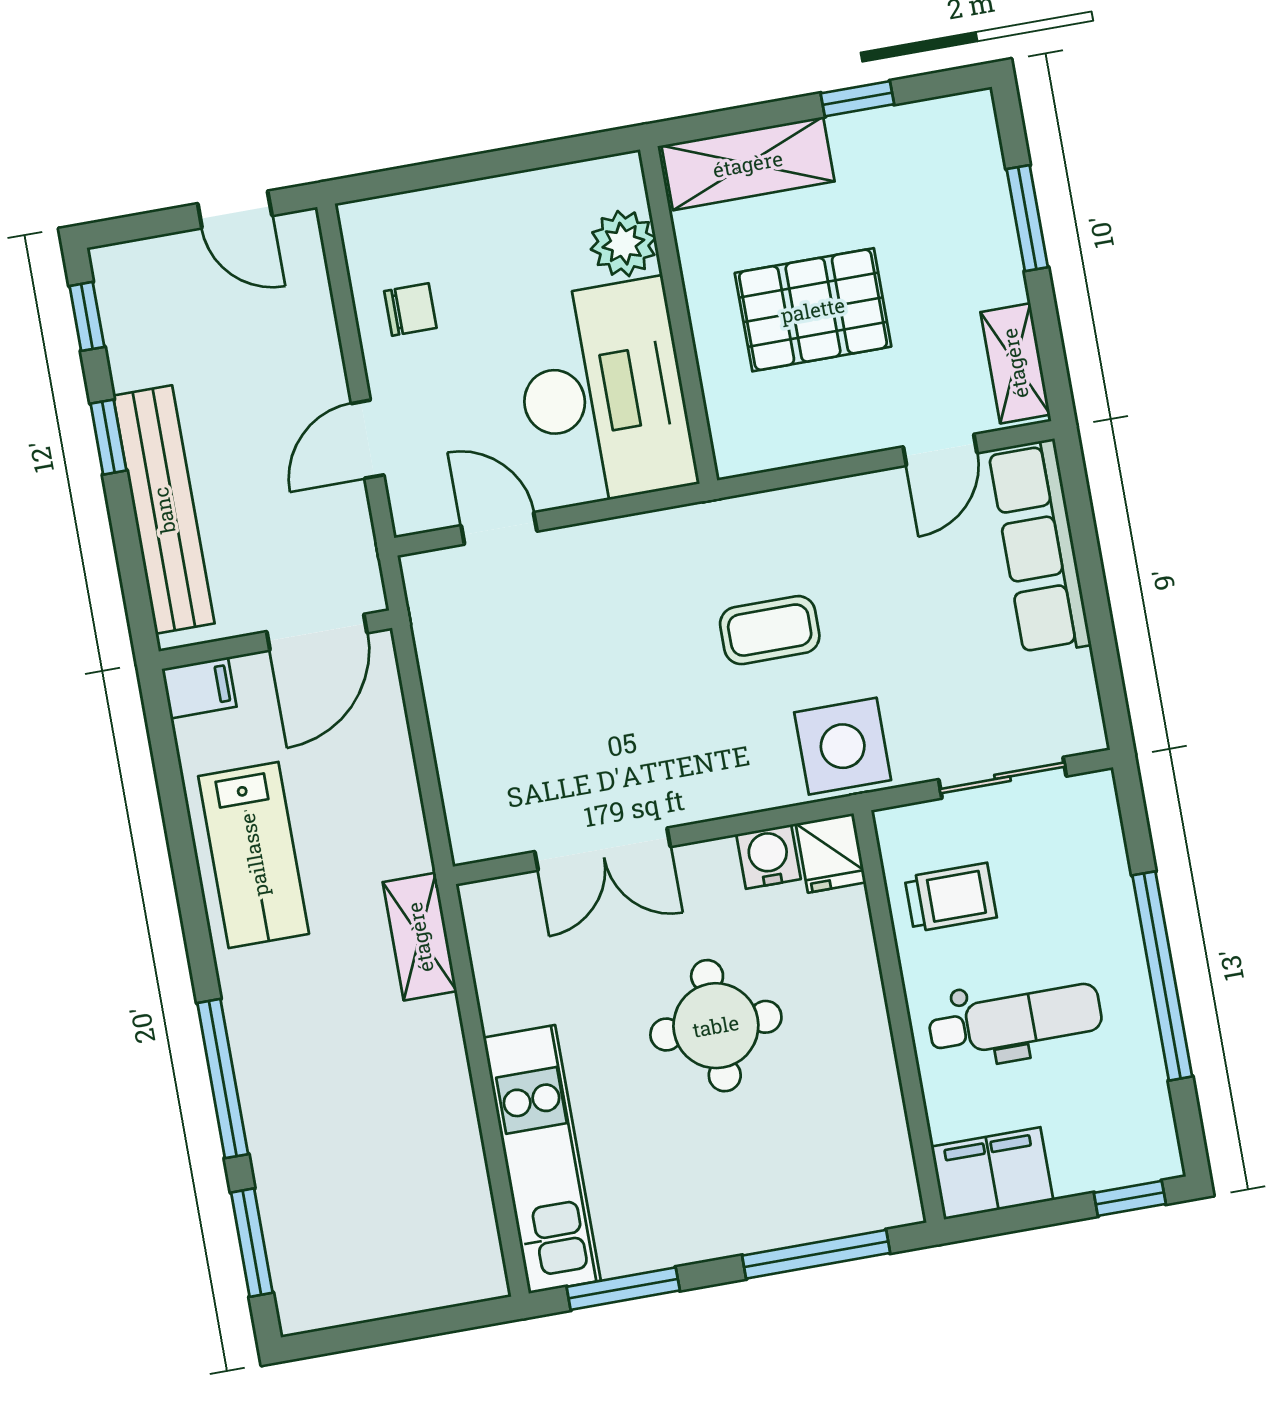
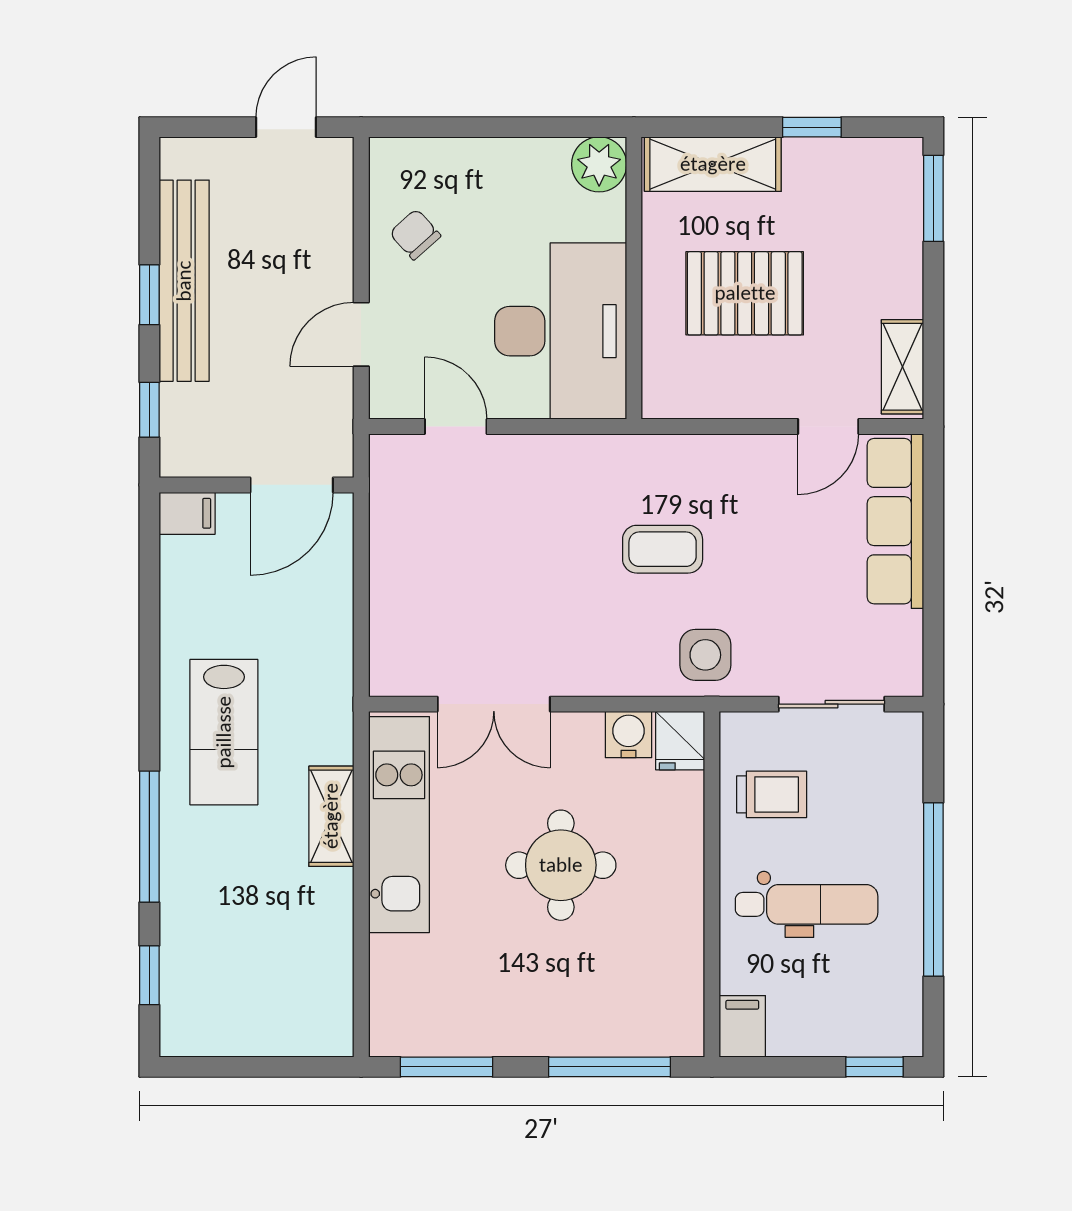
door: (235, 210) -> (286, 127), swing flipped
window: (1027, 218) -> (933, 198), moved
plant: (623, 244) -> (599, 164), moved
chair: (410, 309) -> (415, 234), turned -132
window: (87, 316) -> (149, 410), moved
bench: (164, 510) -> (184, 281), moved
side table: (843, 746) -> (705, 655), width x0.73, depth x0.73
lab bench: (254, 855) -> (224, 732), moved
shelving: (420, 937) -> (331, 816), moved
kitchen unit: (542, 1159) -> (399, 825), moved
filing cabinet: (992, 1173) -> (742, 1026), width x0.50
window: (252, 1243) -> (149, 975), width x0.67

